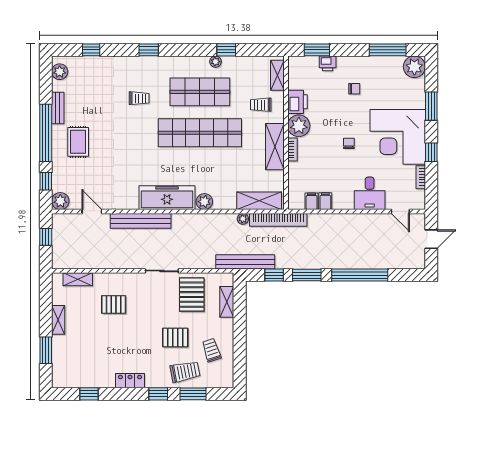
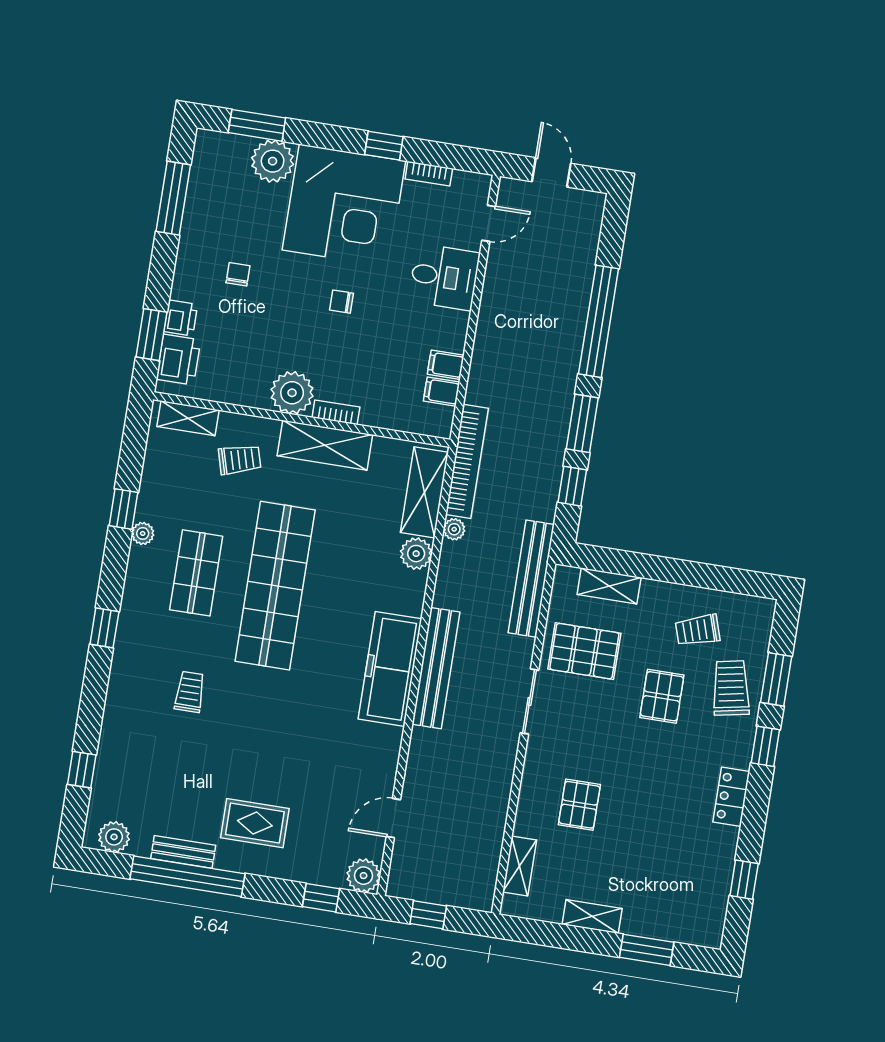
window: (149, 50) -> (104, 628), moved
plant: (414, 67) -> (273, 161), moved
shop shelf: (200, 92) -> (196, 573), width x0.70, depth x0.74
printer: (297, 102) -> (178, 360), moved, turned 90
trolley: (261, 105) -> (240, 460), turned -106
window: (431, 106) -> (257, 125), moved
window: (46, 133) -> (188, 876), moved
plant: (204, 202) -> (416, 554), moved
bench: (141, 221) -> (436, 668), moved
bench: (245, 262) -> (531, 579), moved

